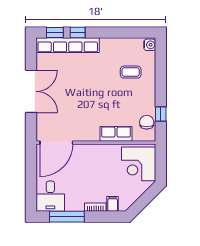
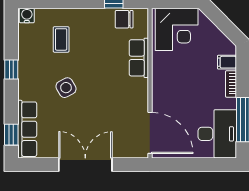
window: (78, 32) -> (11, 69), moved
row of seats: (68, 45) -> (27, 129), width x0.73
side table: (92, 76) -> (66, 88), added
desk: (50, 196) -> (217, 134), width x1.37

